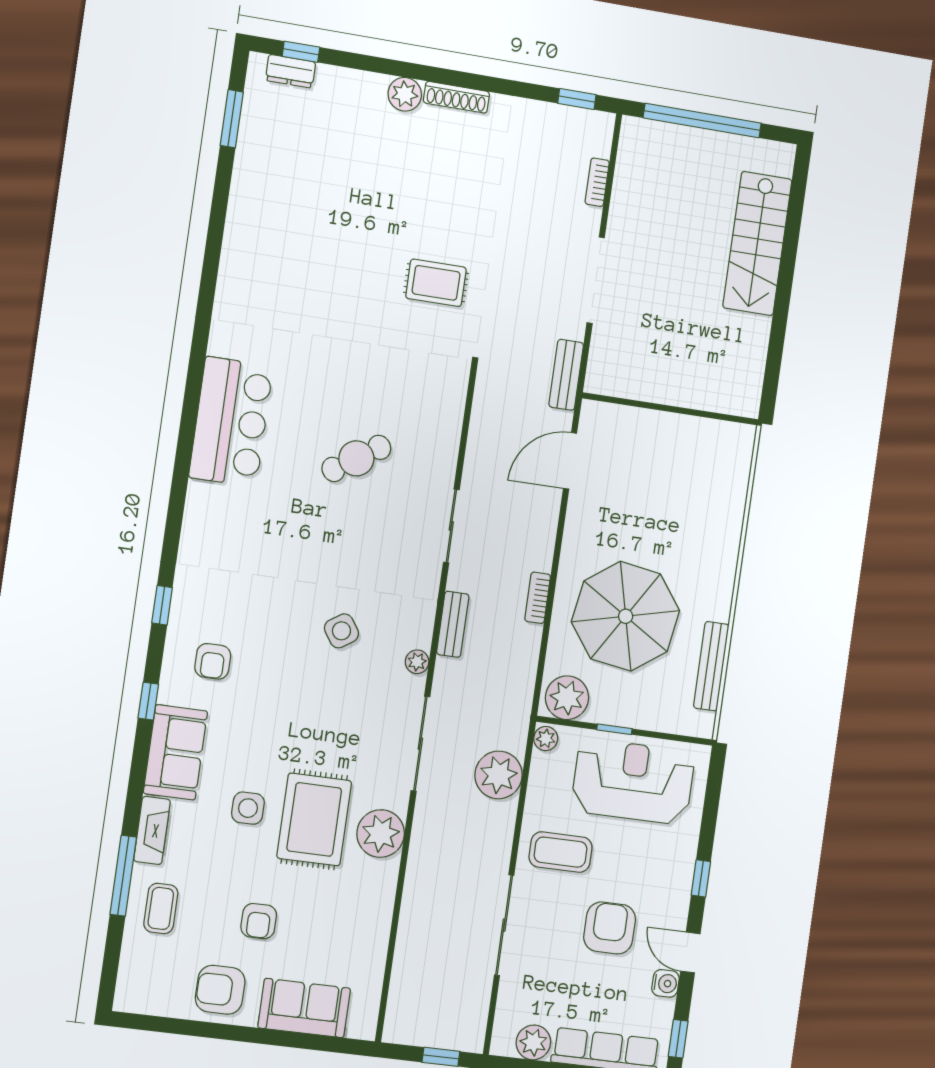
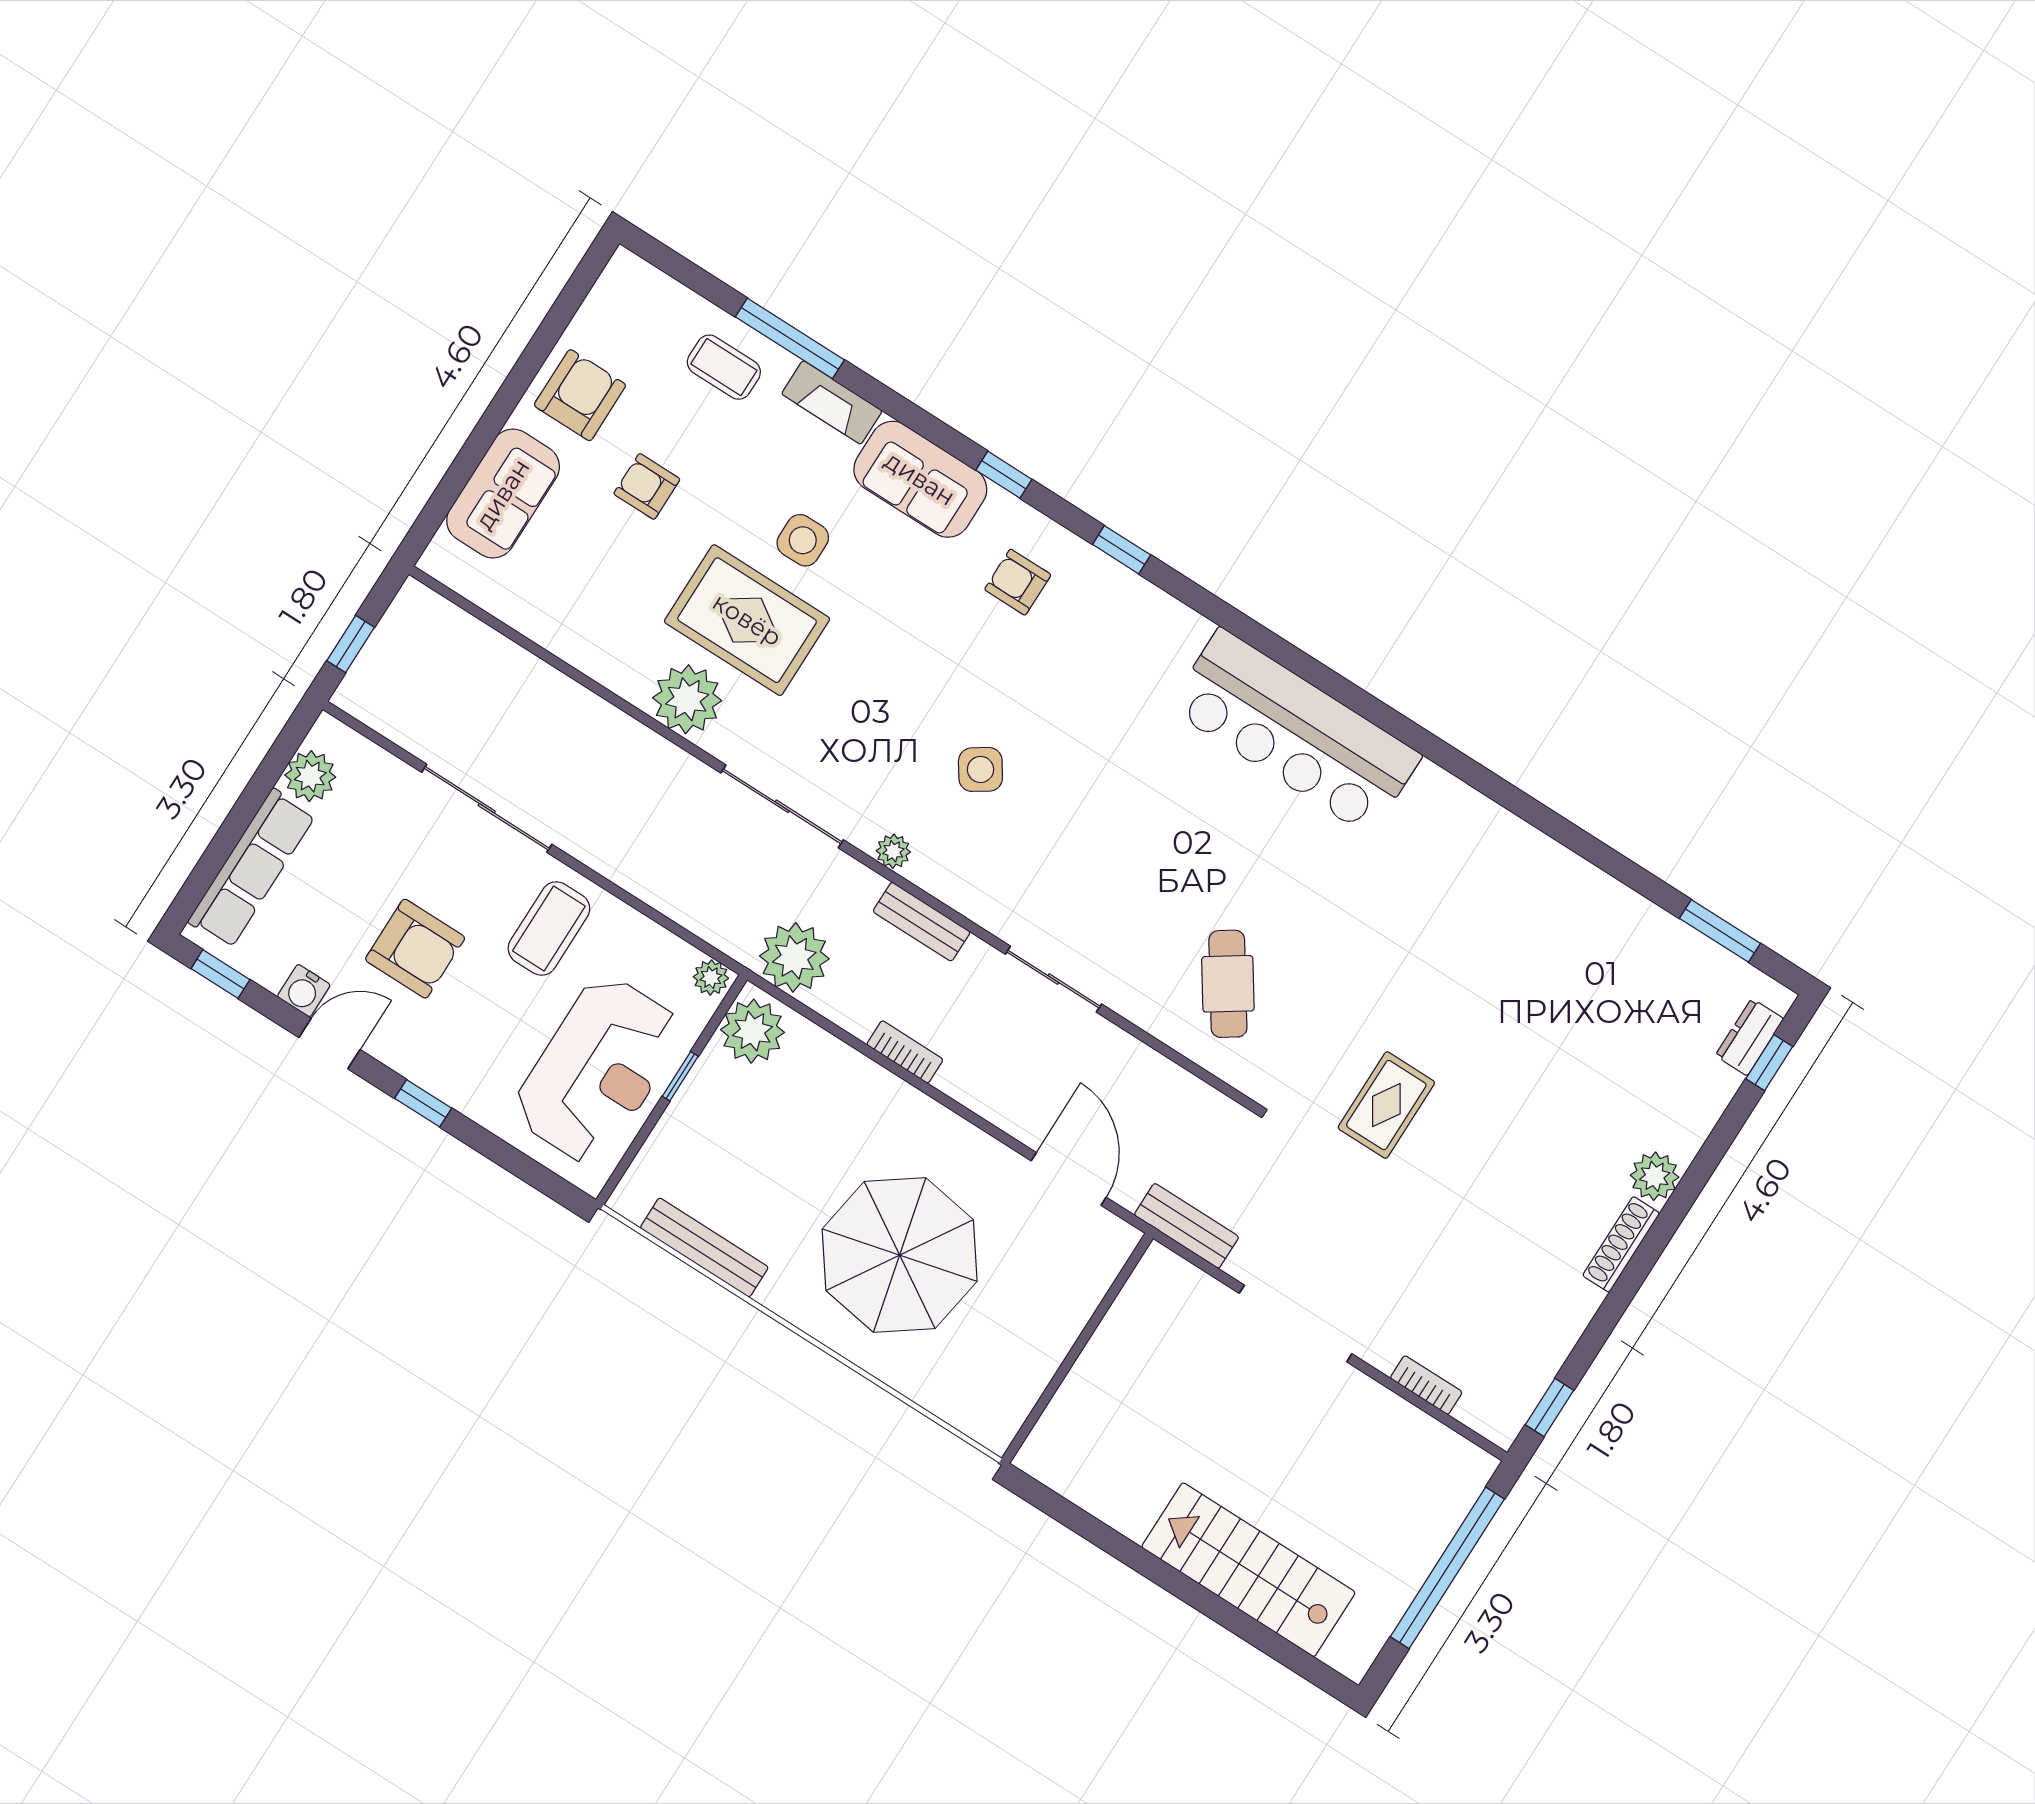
bar counter: (231, 422) -> (1295, 732), width x1.36
cafe table: (356, 458) -> (1228, 984), moved
parasol: (626, 616) -> (900, 1255), moved
plant: (499, 775) -> (794, 957), moved

